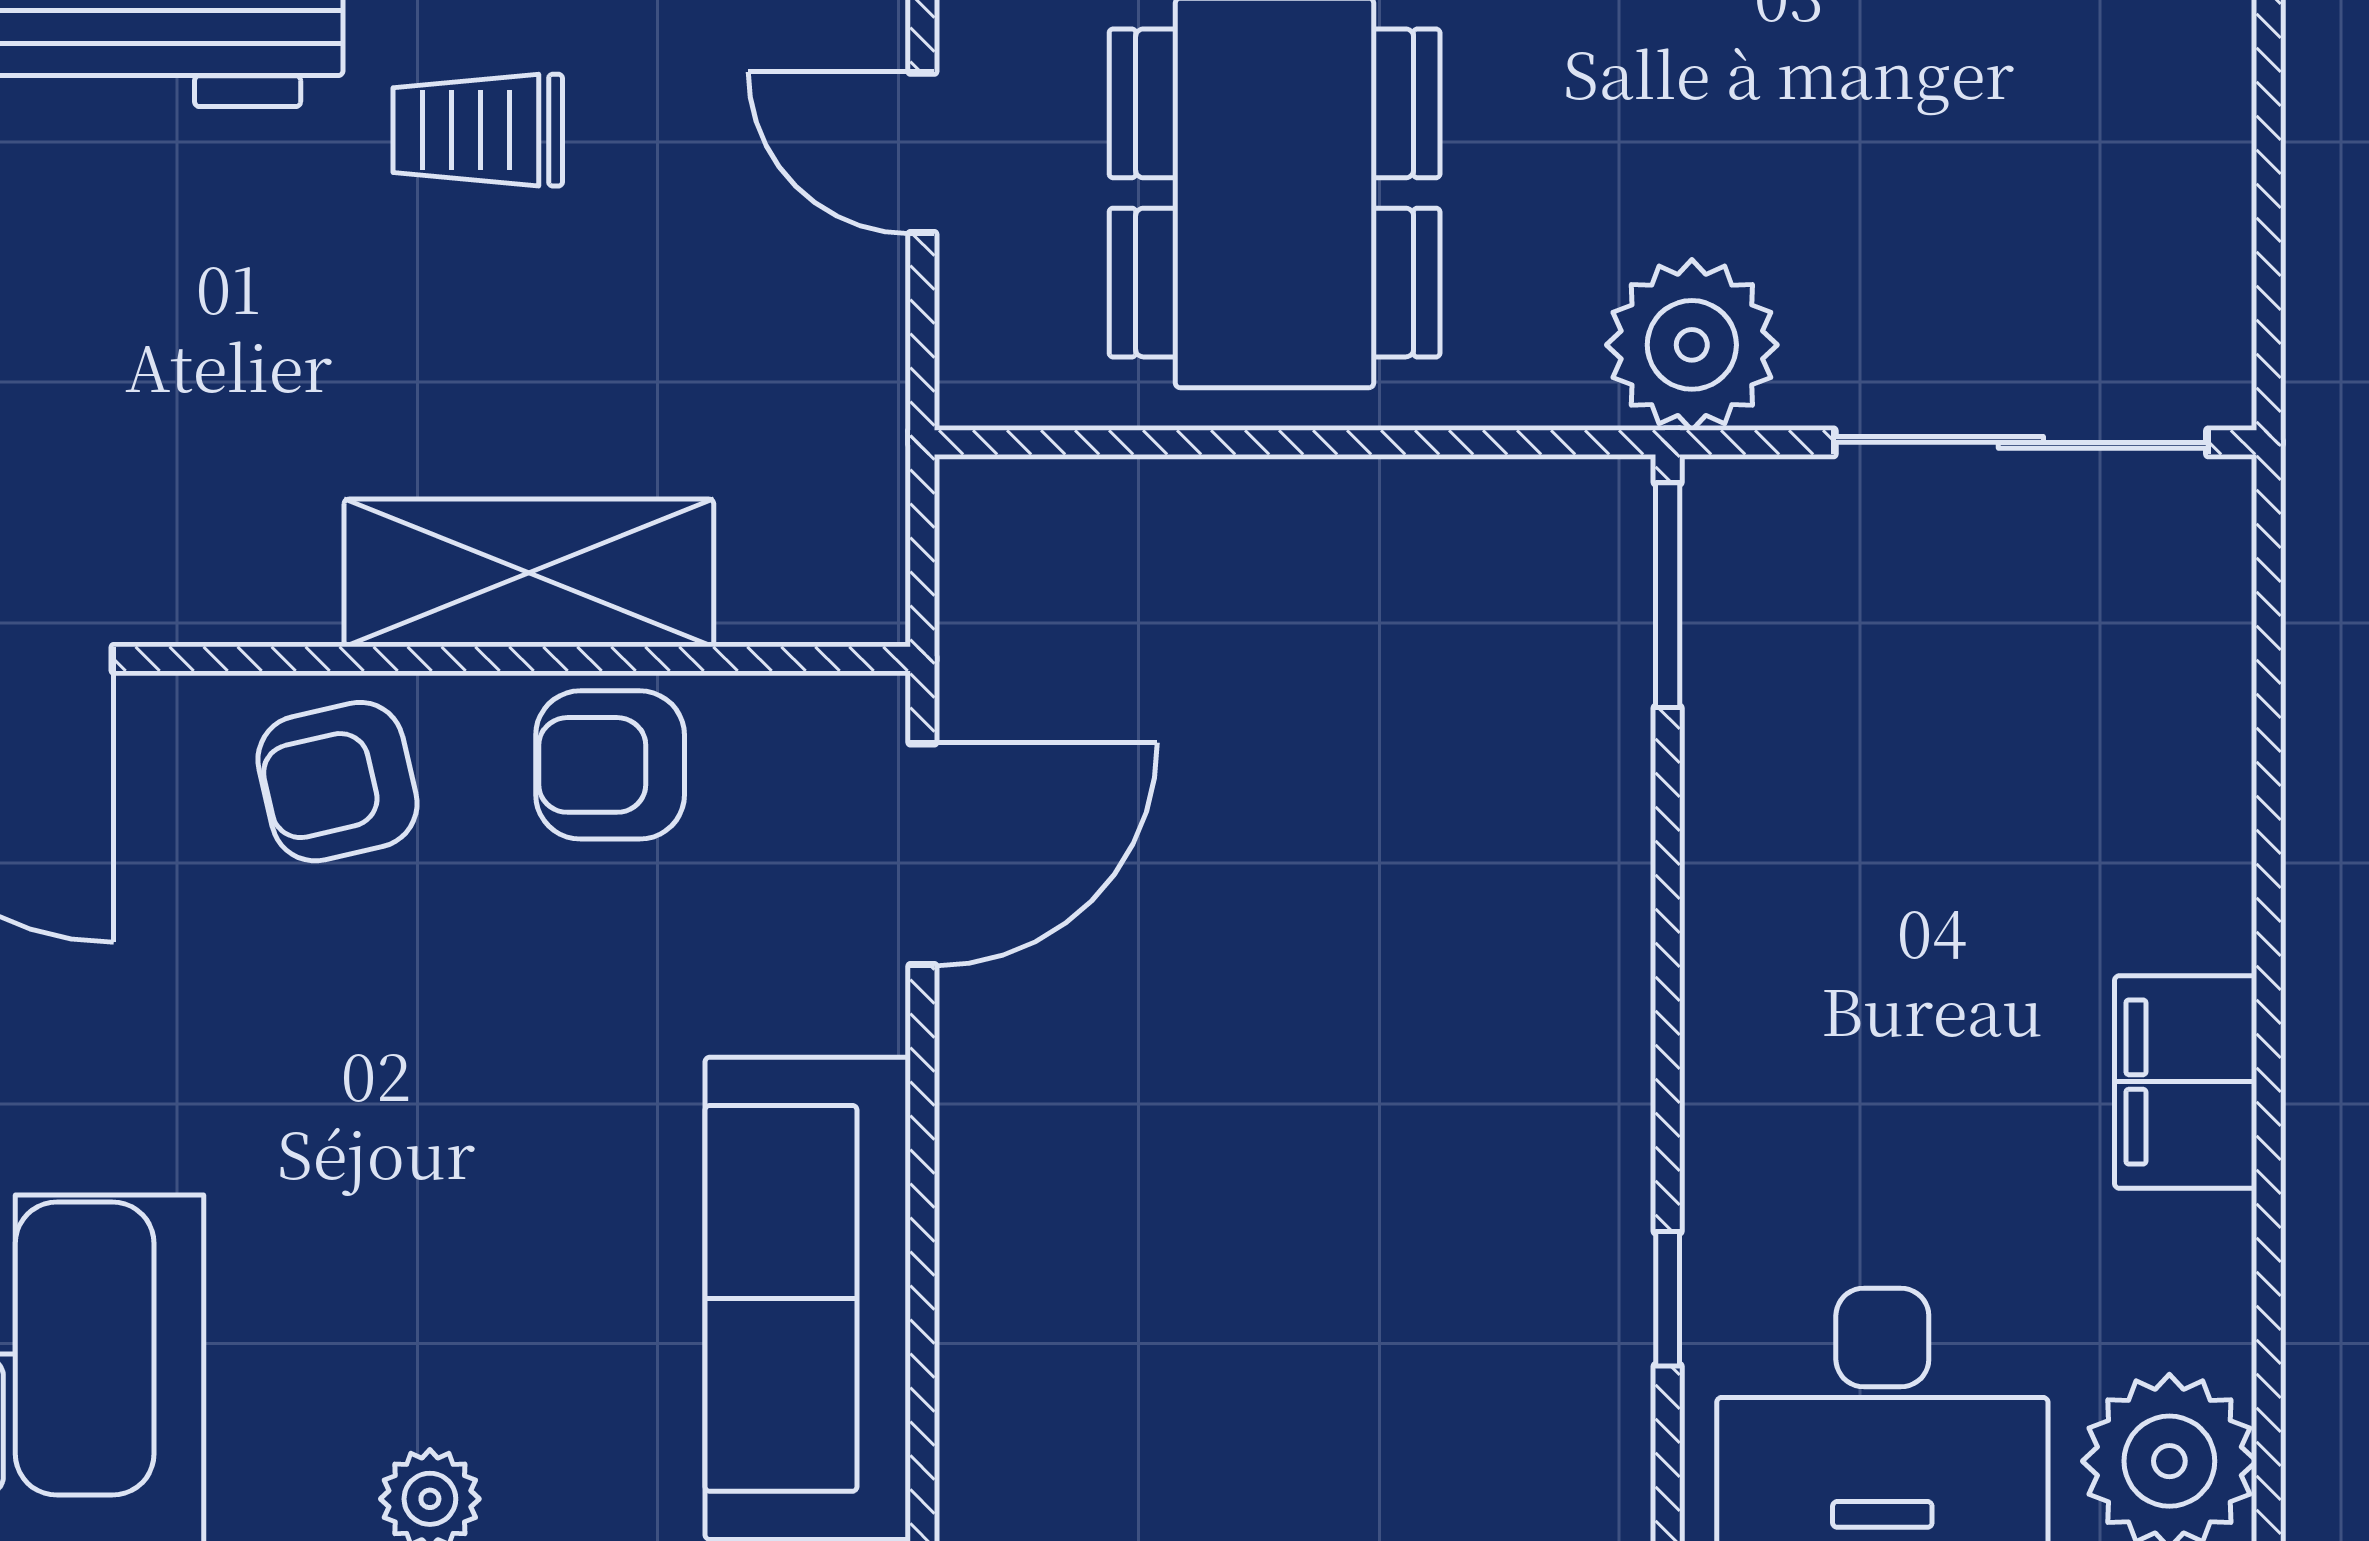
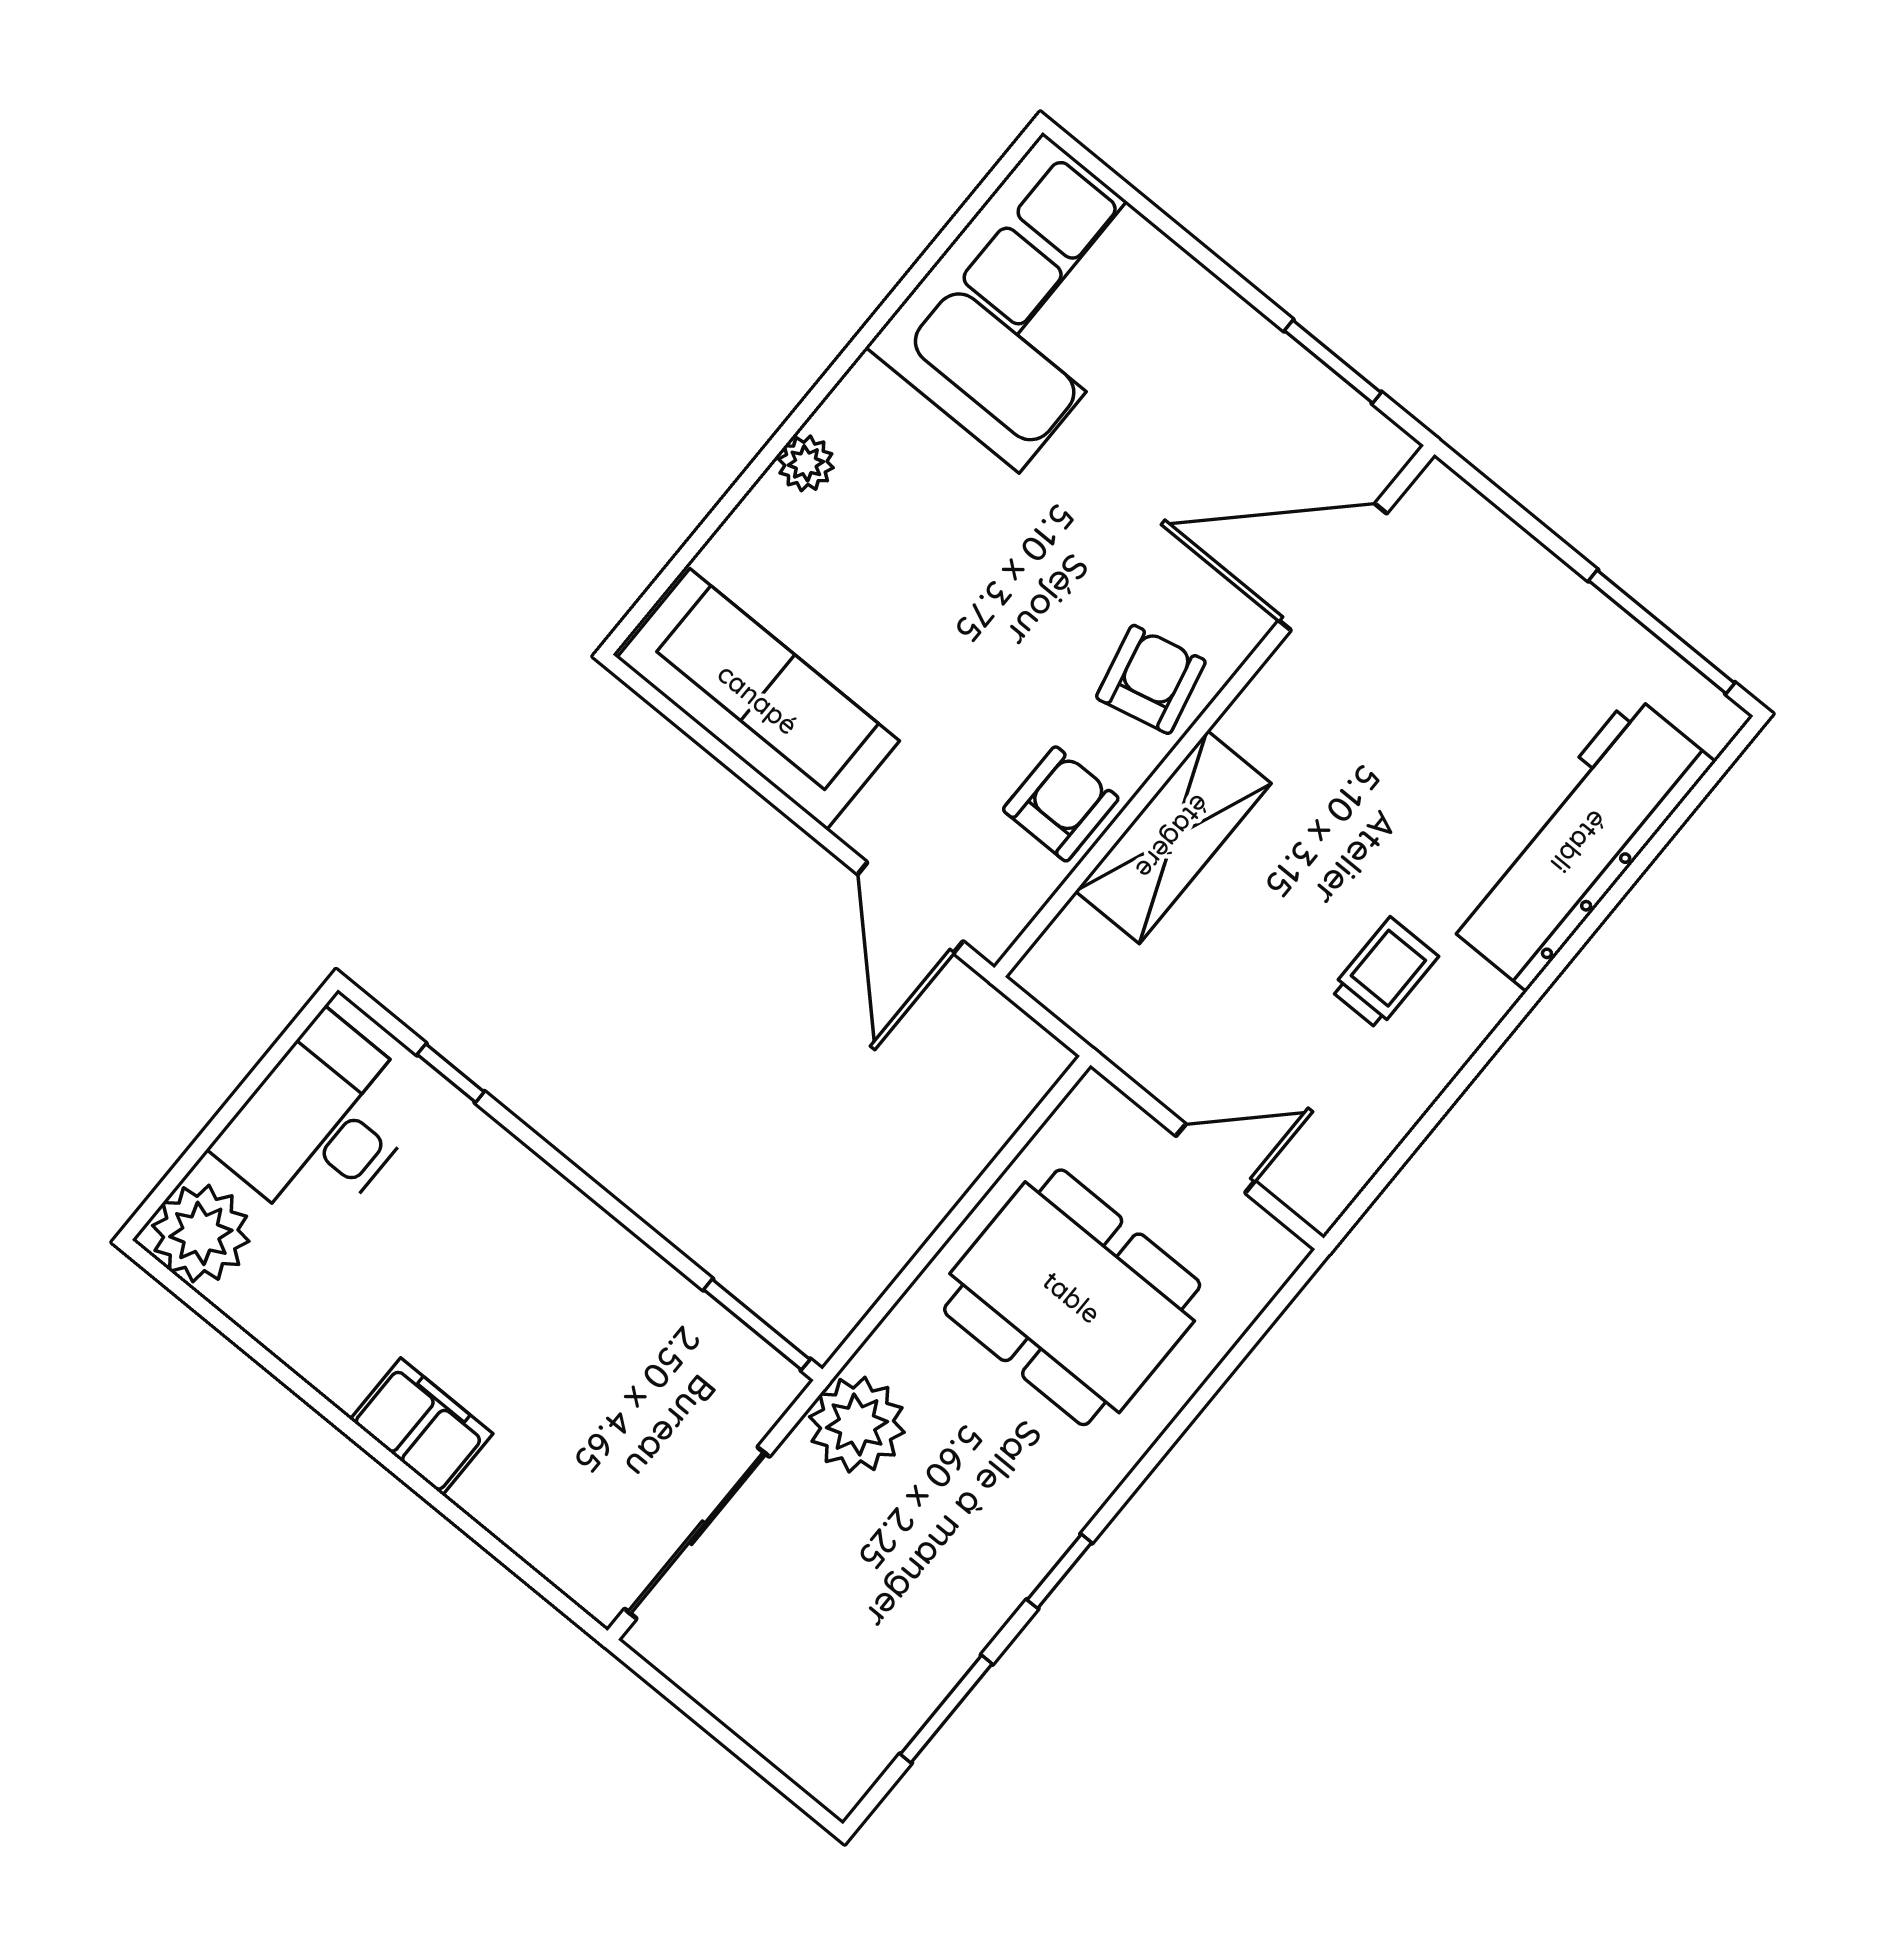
filing cabinet: (2186, 1082) -> (421, 1427), moved

